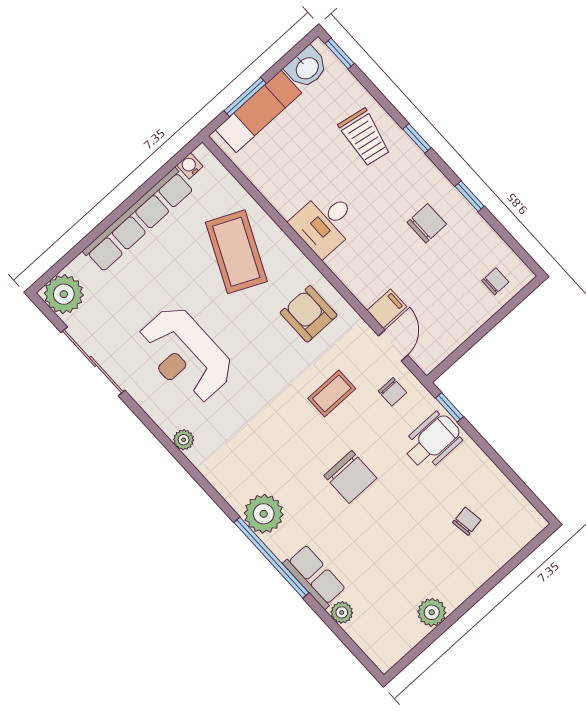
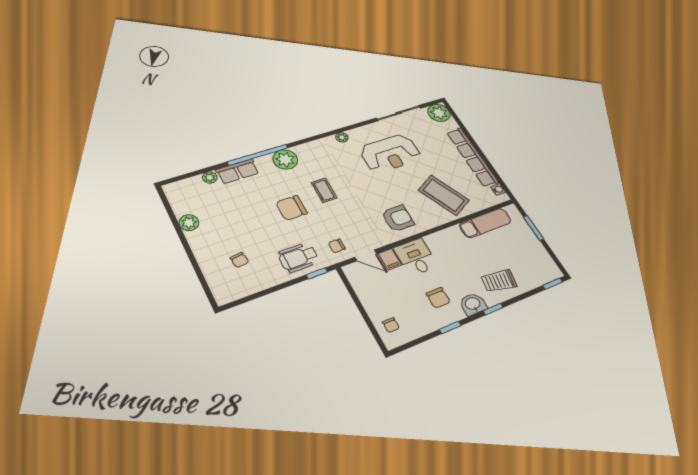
washbasin: (307, 68) -> (473, 304), moved, turned 90
exam couch: (258, 111) -> (485, 223), moved, turned -90
desk: (325, 223) -> (416, 257), moved
coffee table: (236, 252) -> (444, 195), turned 38
reception desk: (185, 355) -> (390, 153), turned 180
coffee table: (332, 393) -> (324, 190), moved
wheelchair: (433, 441) -> (298, 257), turned 90

